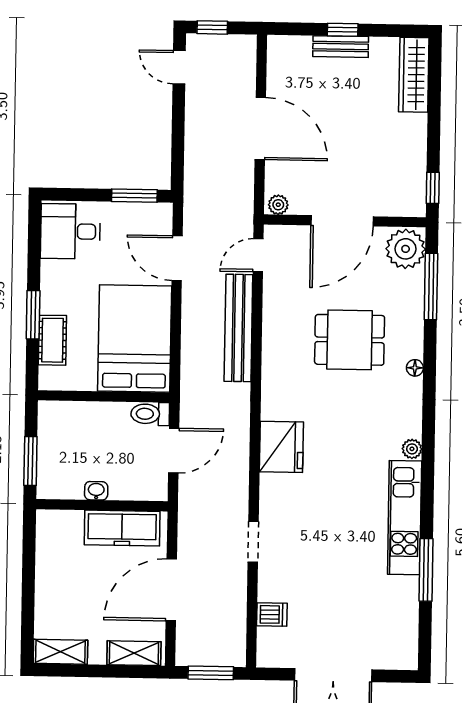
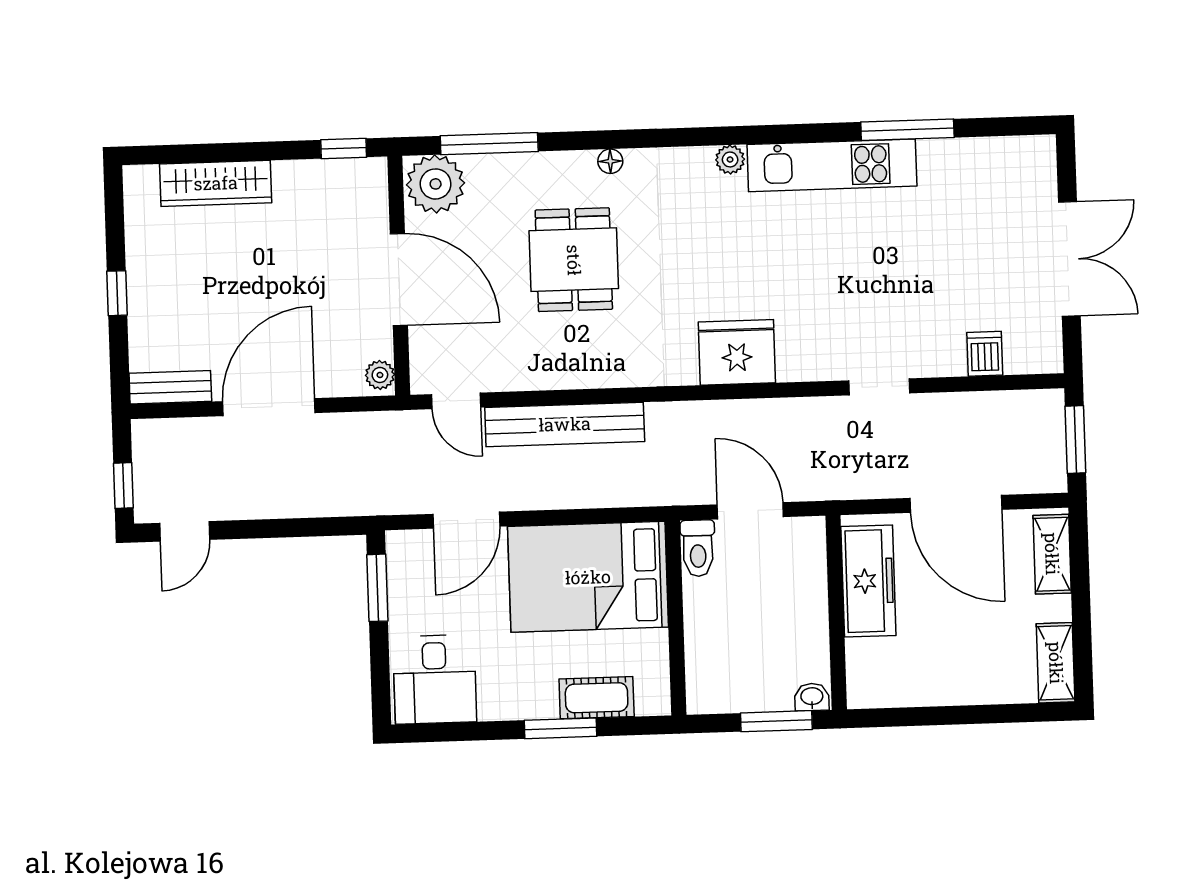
bench: (341, 47) -> (170, 387), moved, turned 90
wardrobe: (414, 75) -> (216, 183), moved
washbasin: (96, 491) -> (812, 697), moved, turned 90

